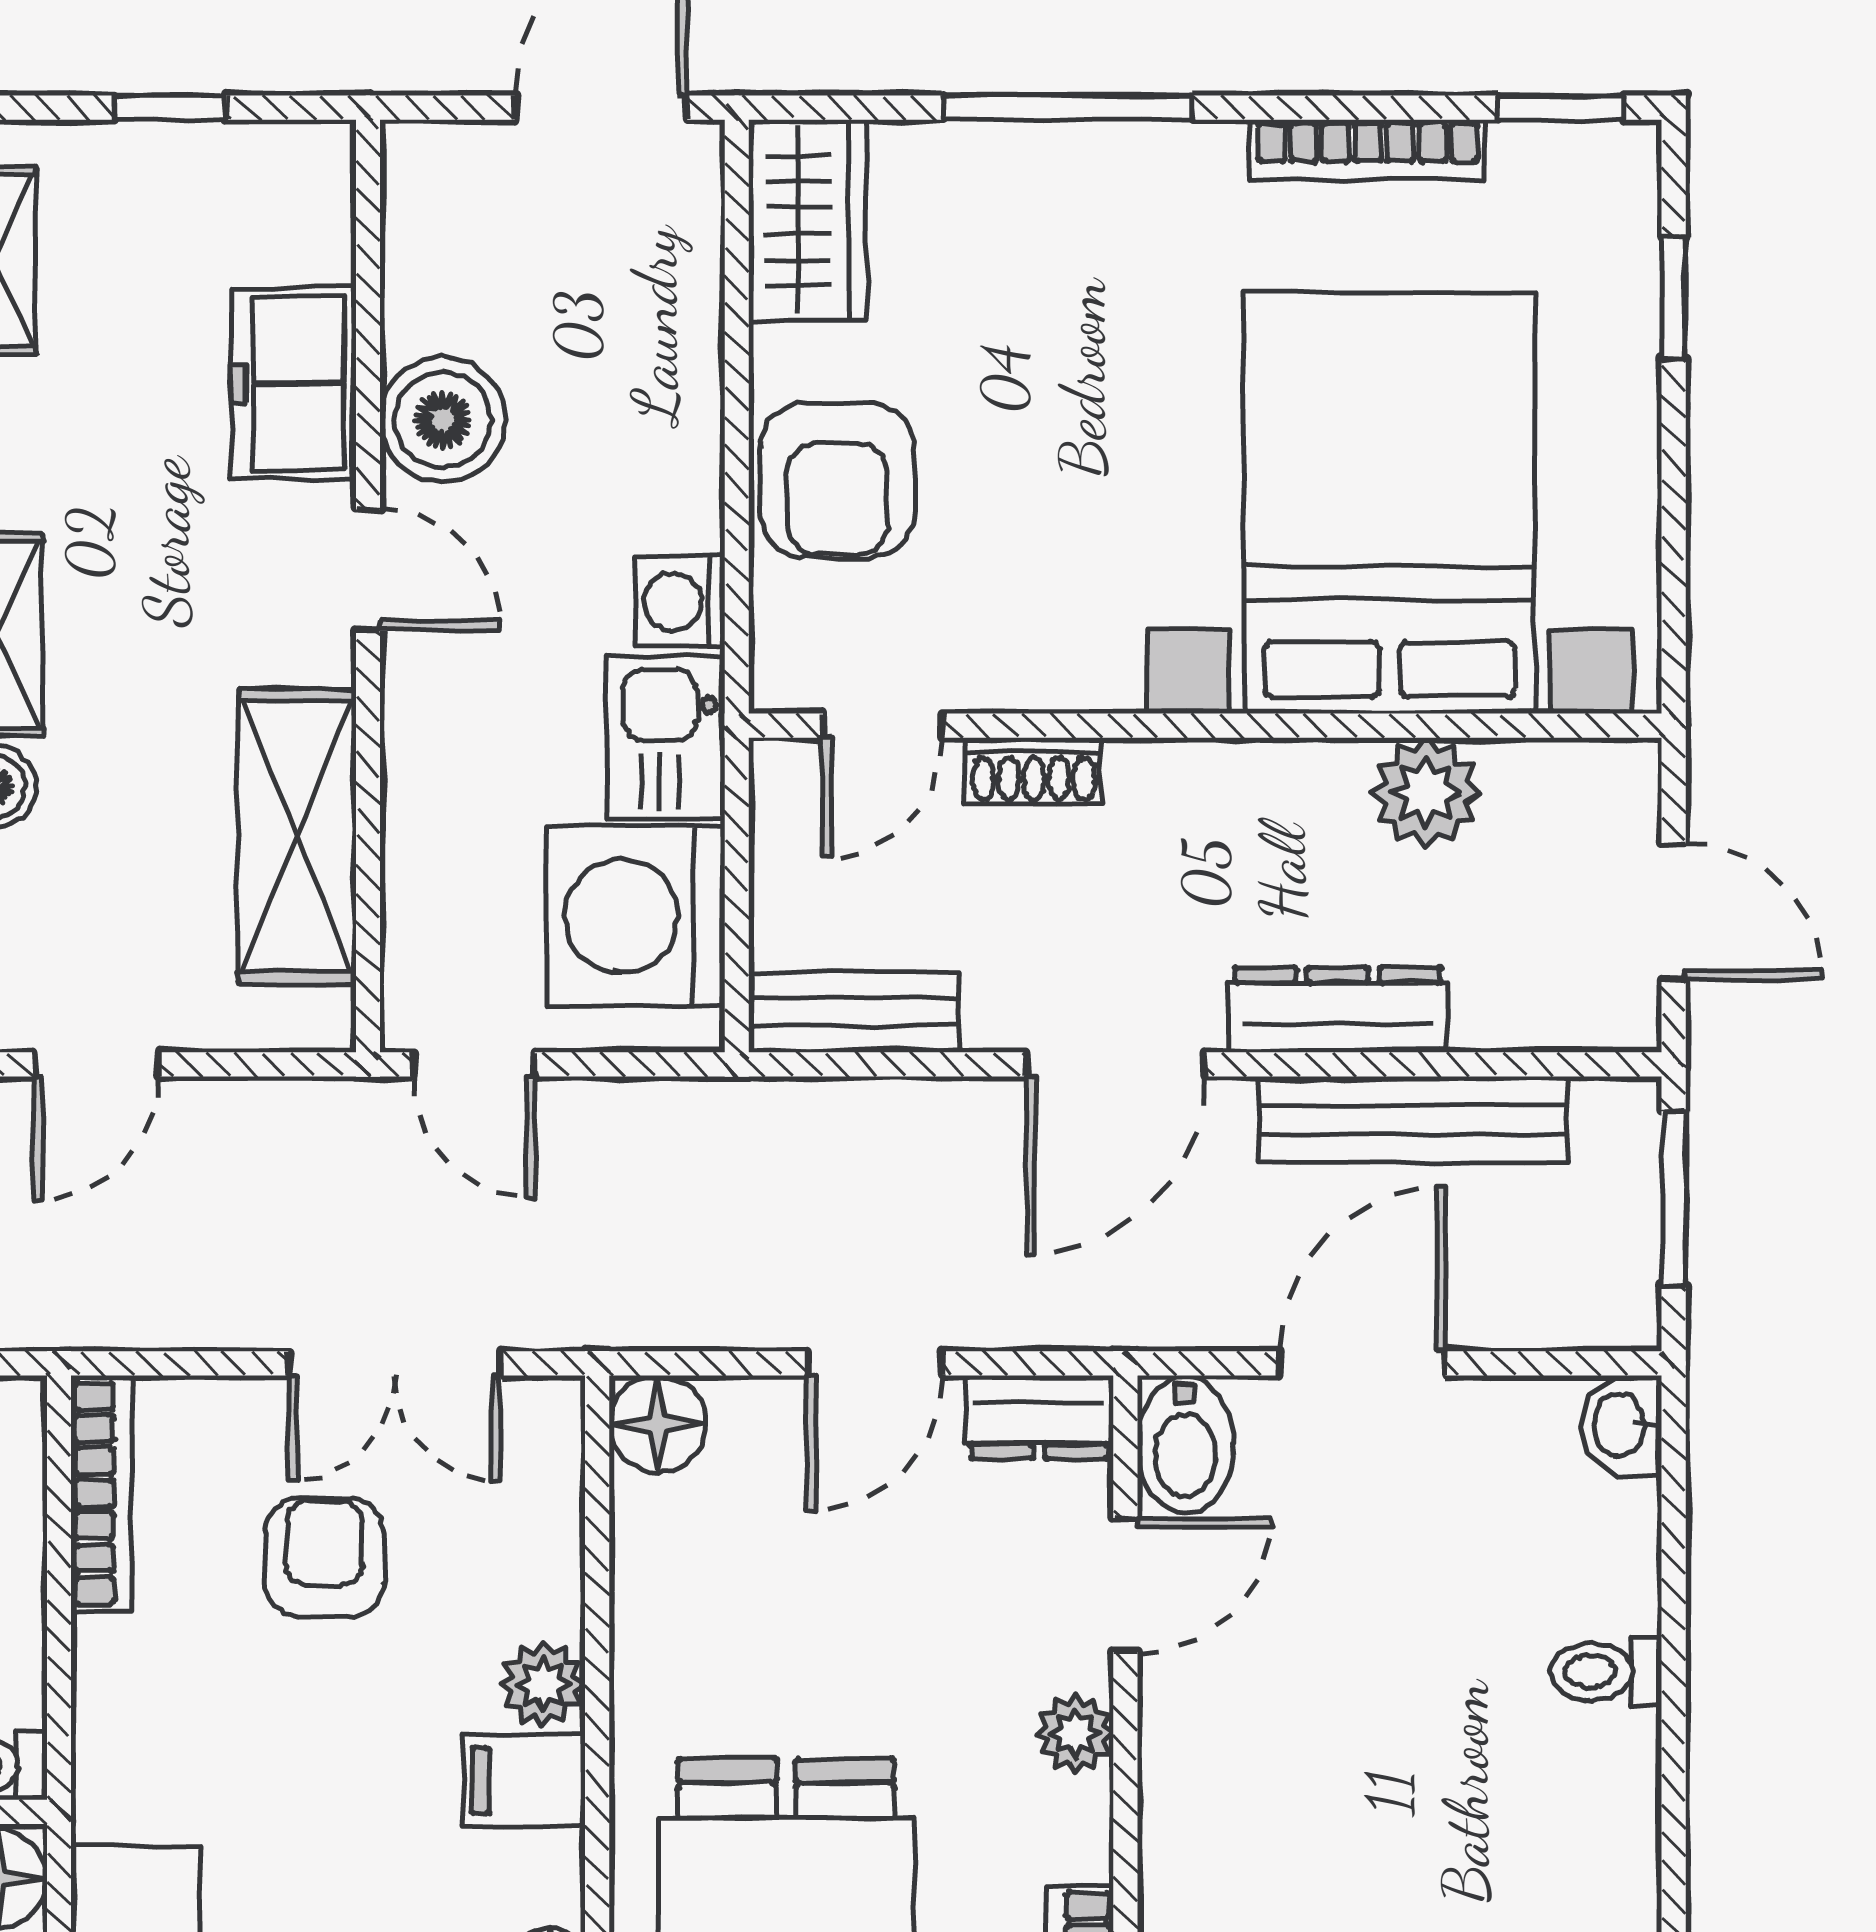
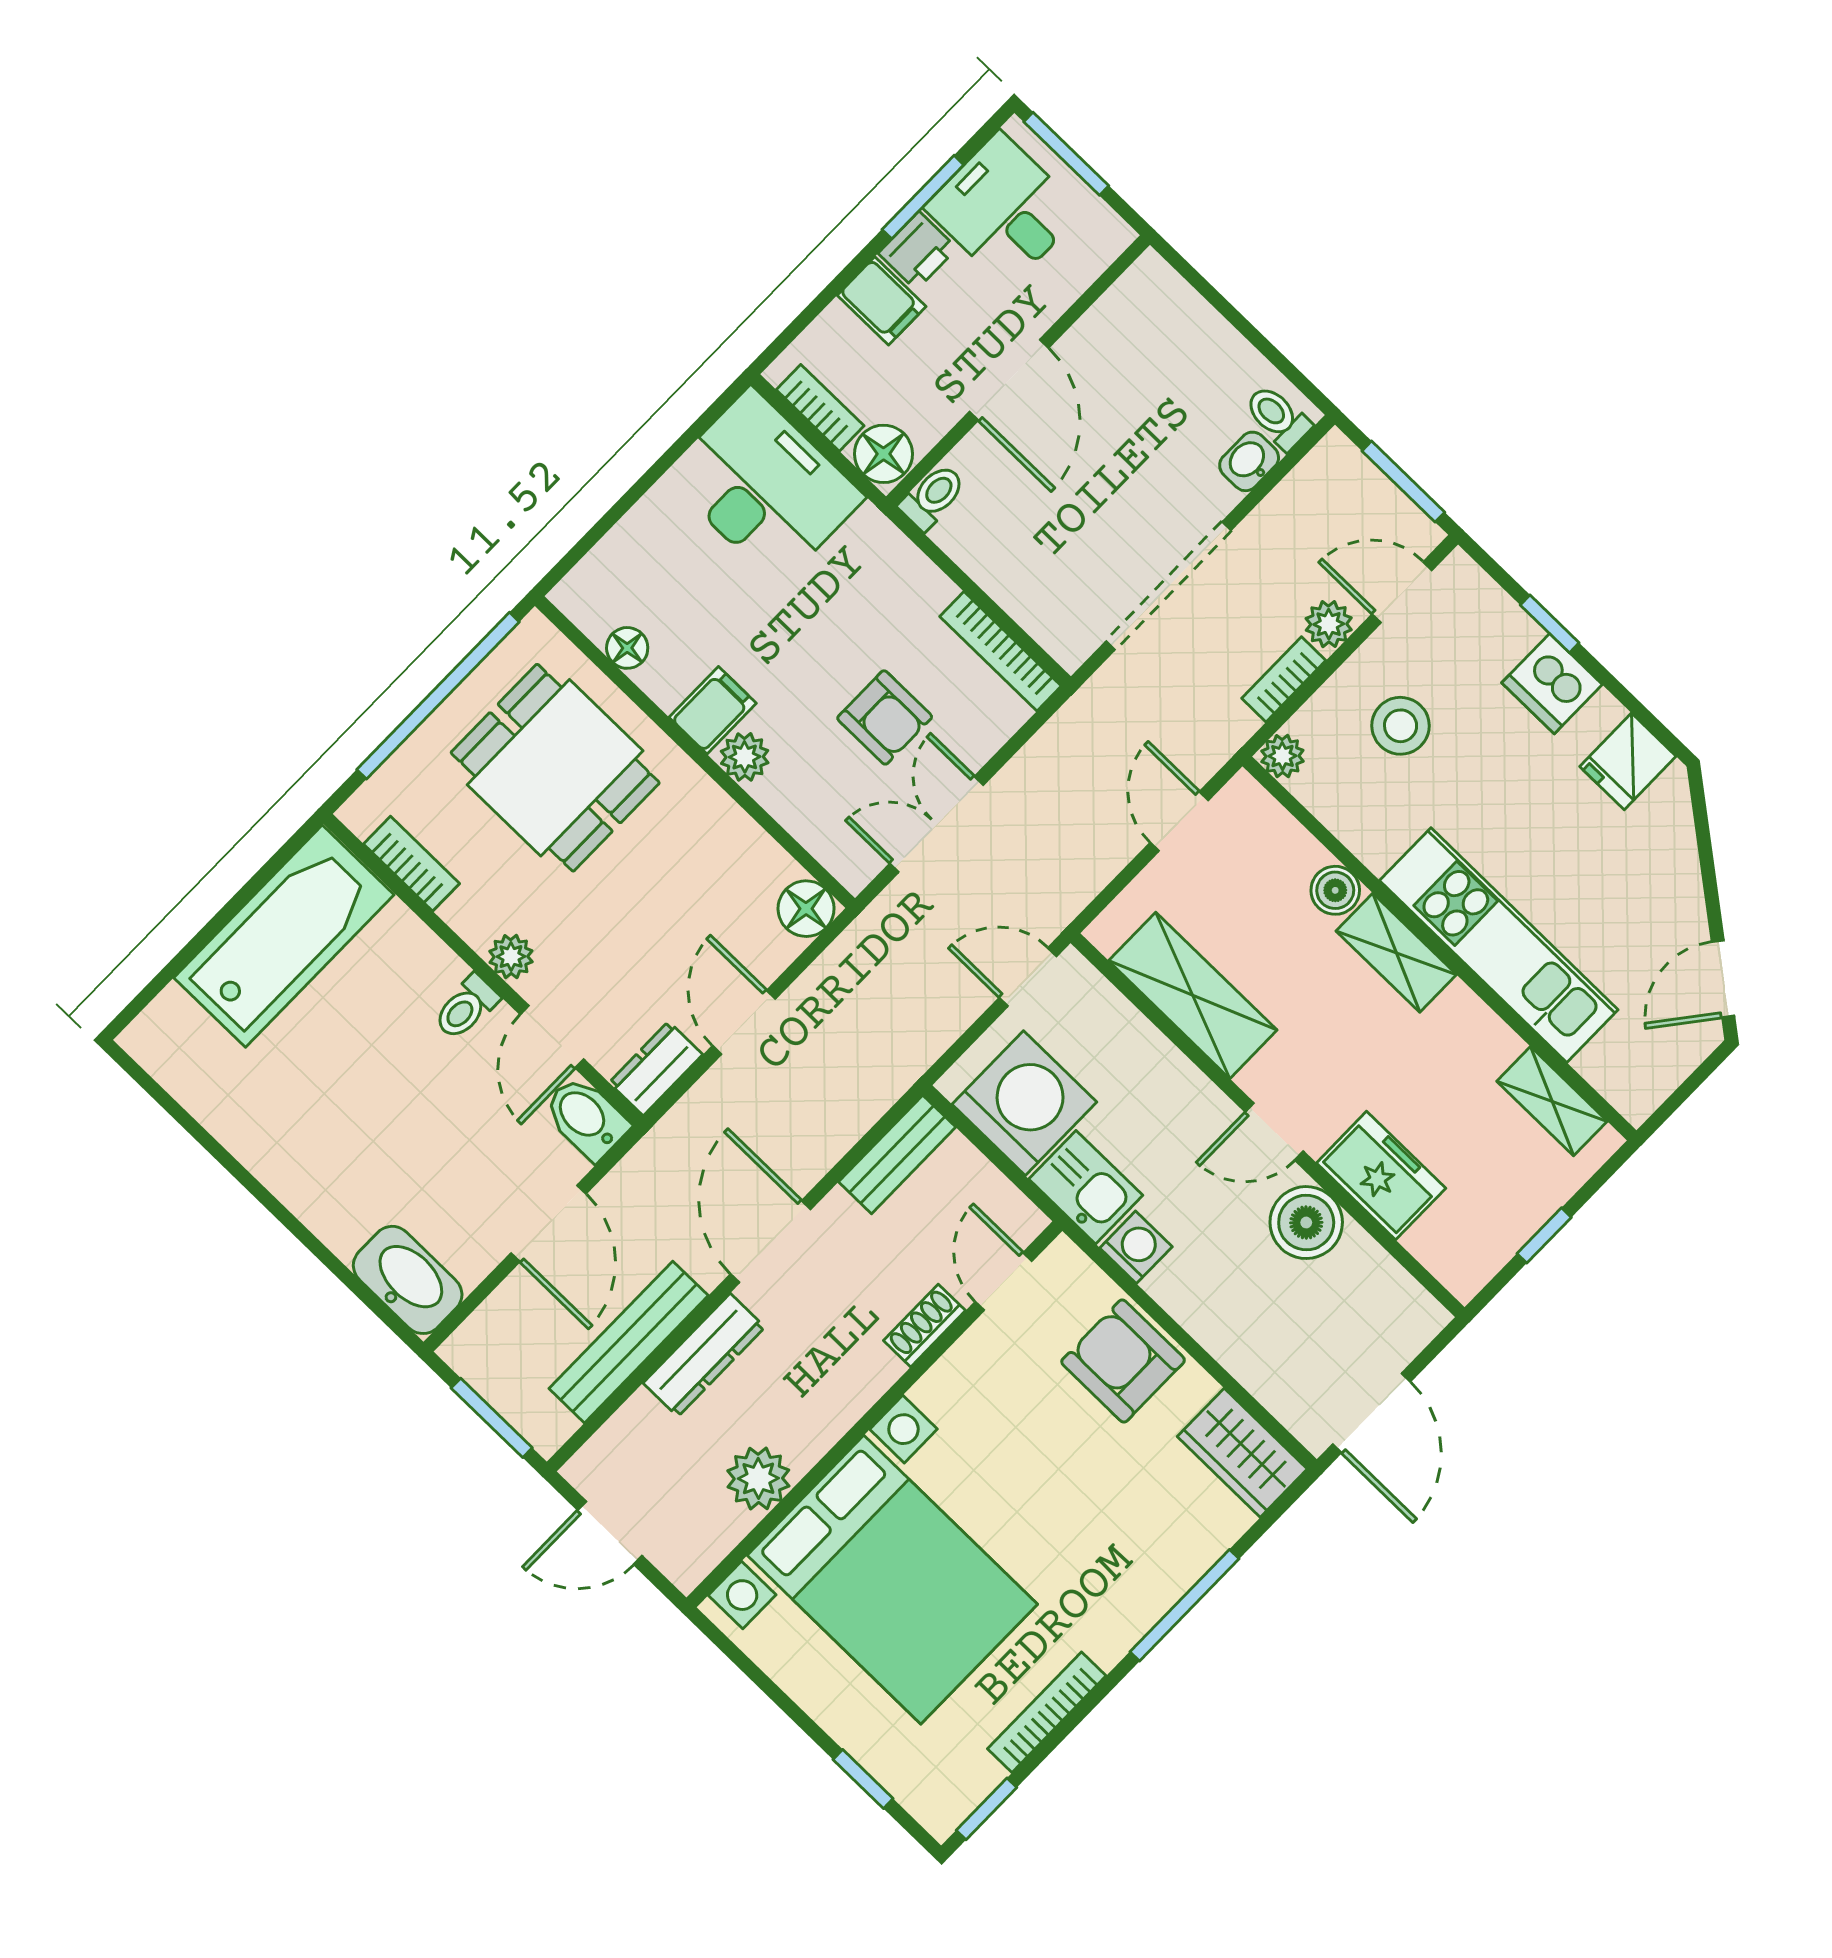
washbasin: (1621, 1425) -> (408, 1280), width x1.91, depth x1.45
toilet: (1606, 1672) -> (466, 1007), moved, turned 180

